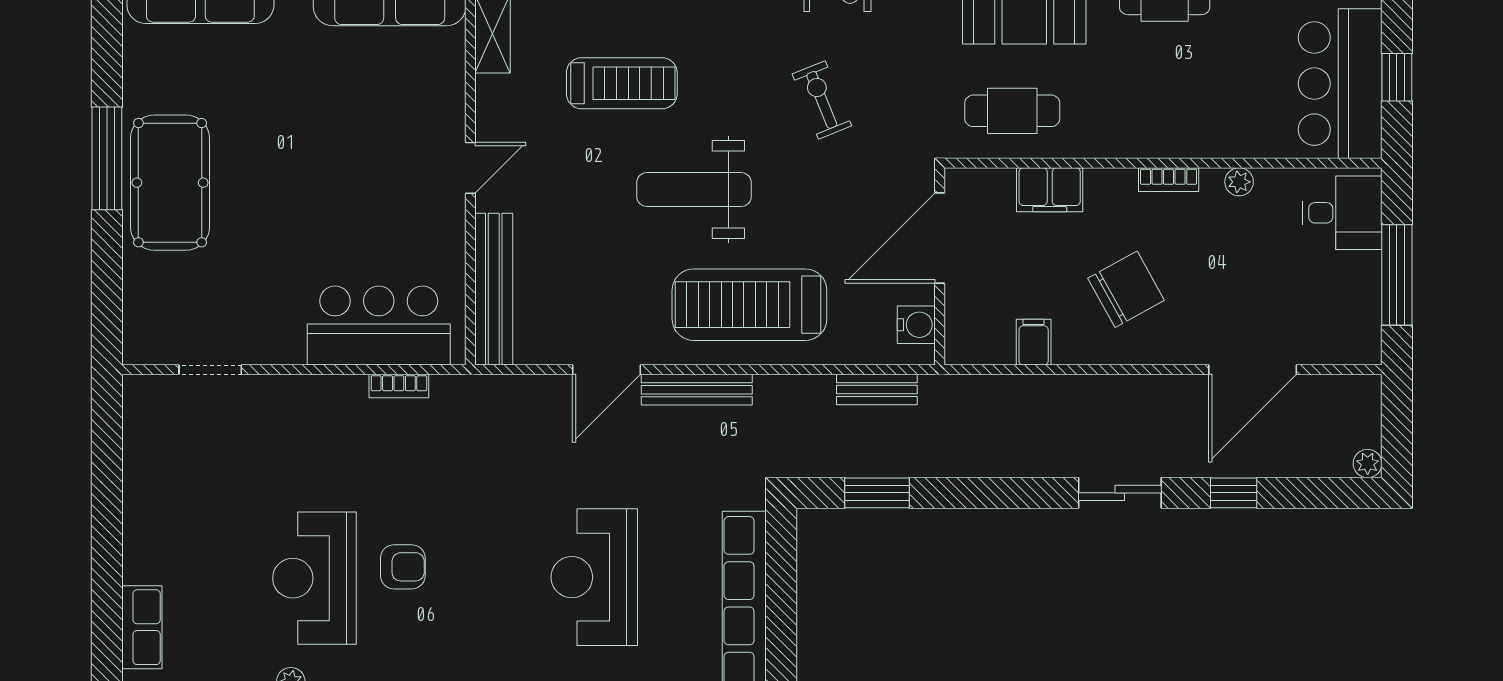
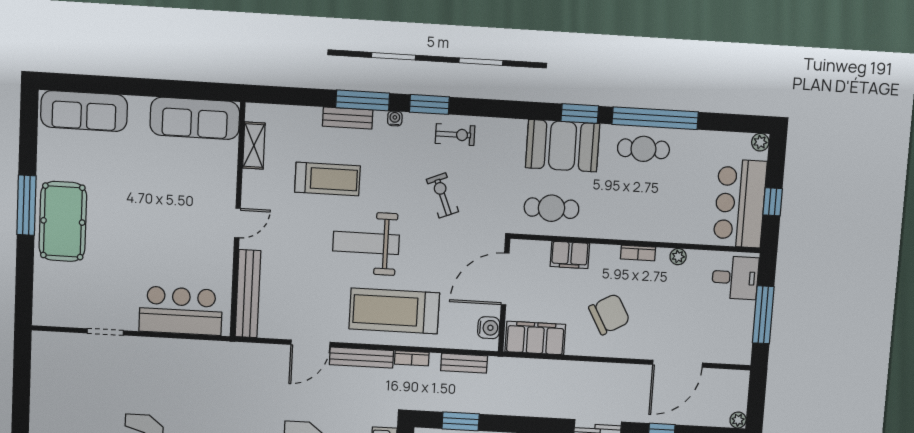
filing cabinet: (1034, 342) -> (535, 338), width x3.00, depth x1.17
doorway: (210, 370) -> (105, 332), moved
bookcase: (399, 386) -> (412, 358), moved

